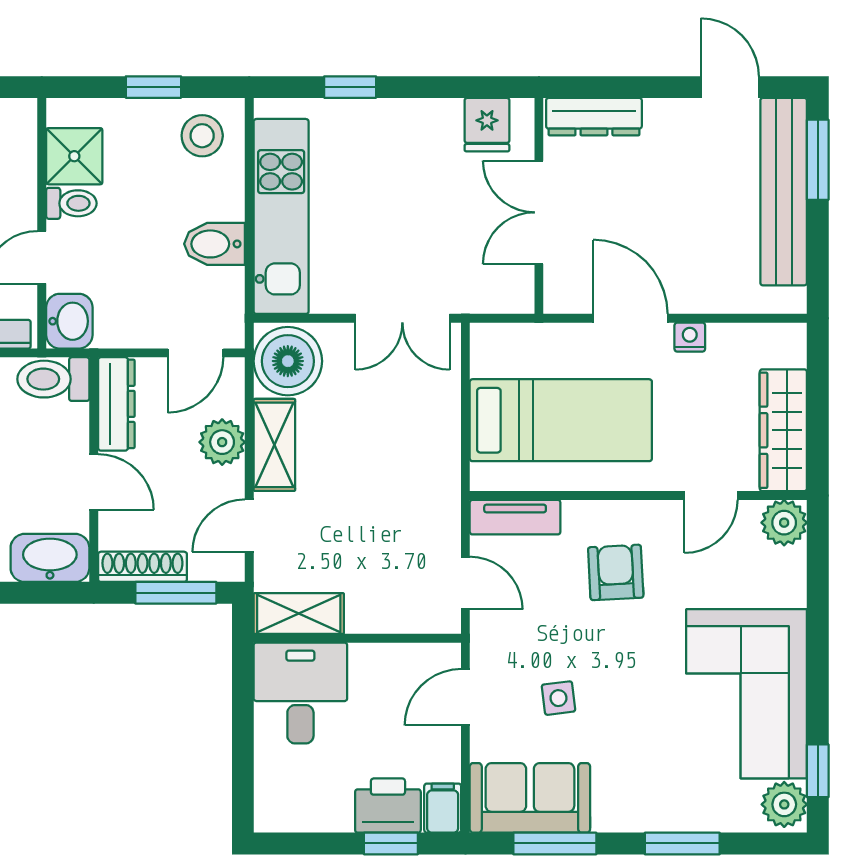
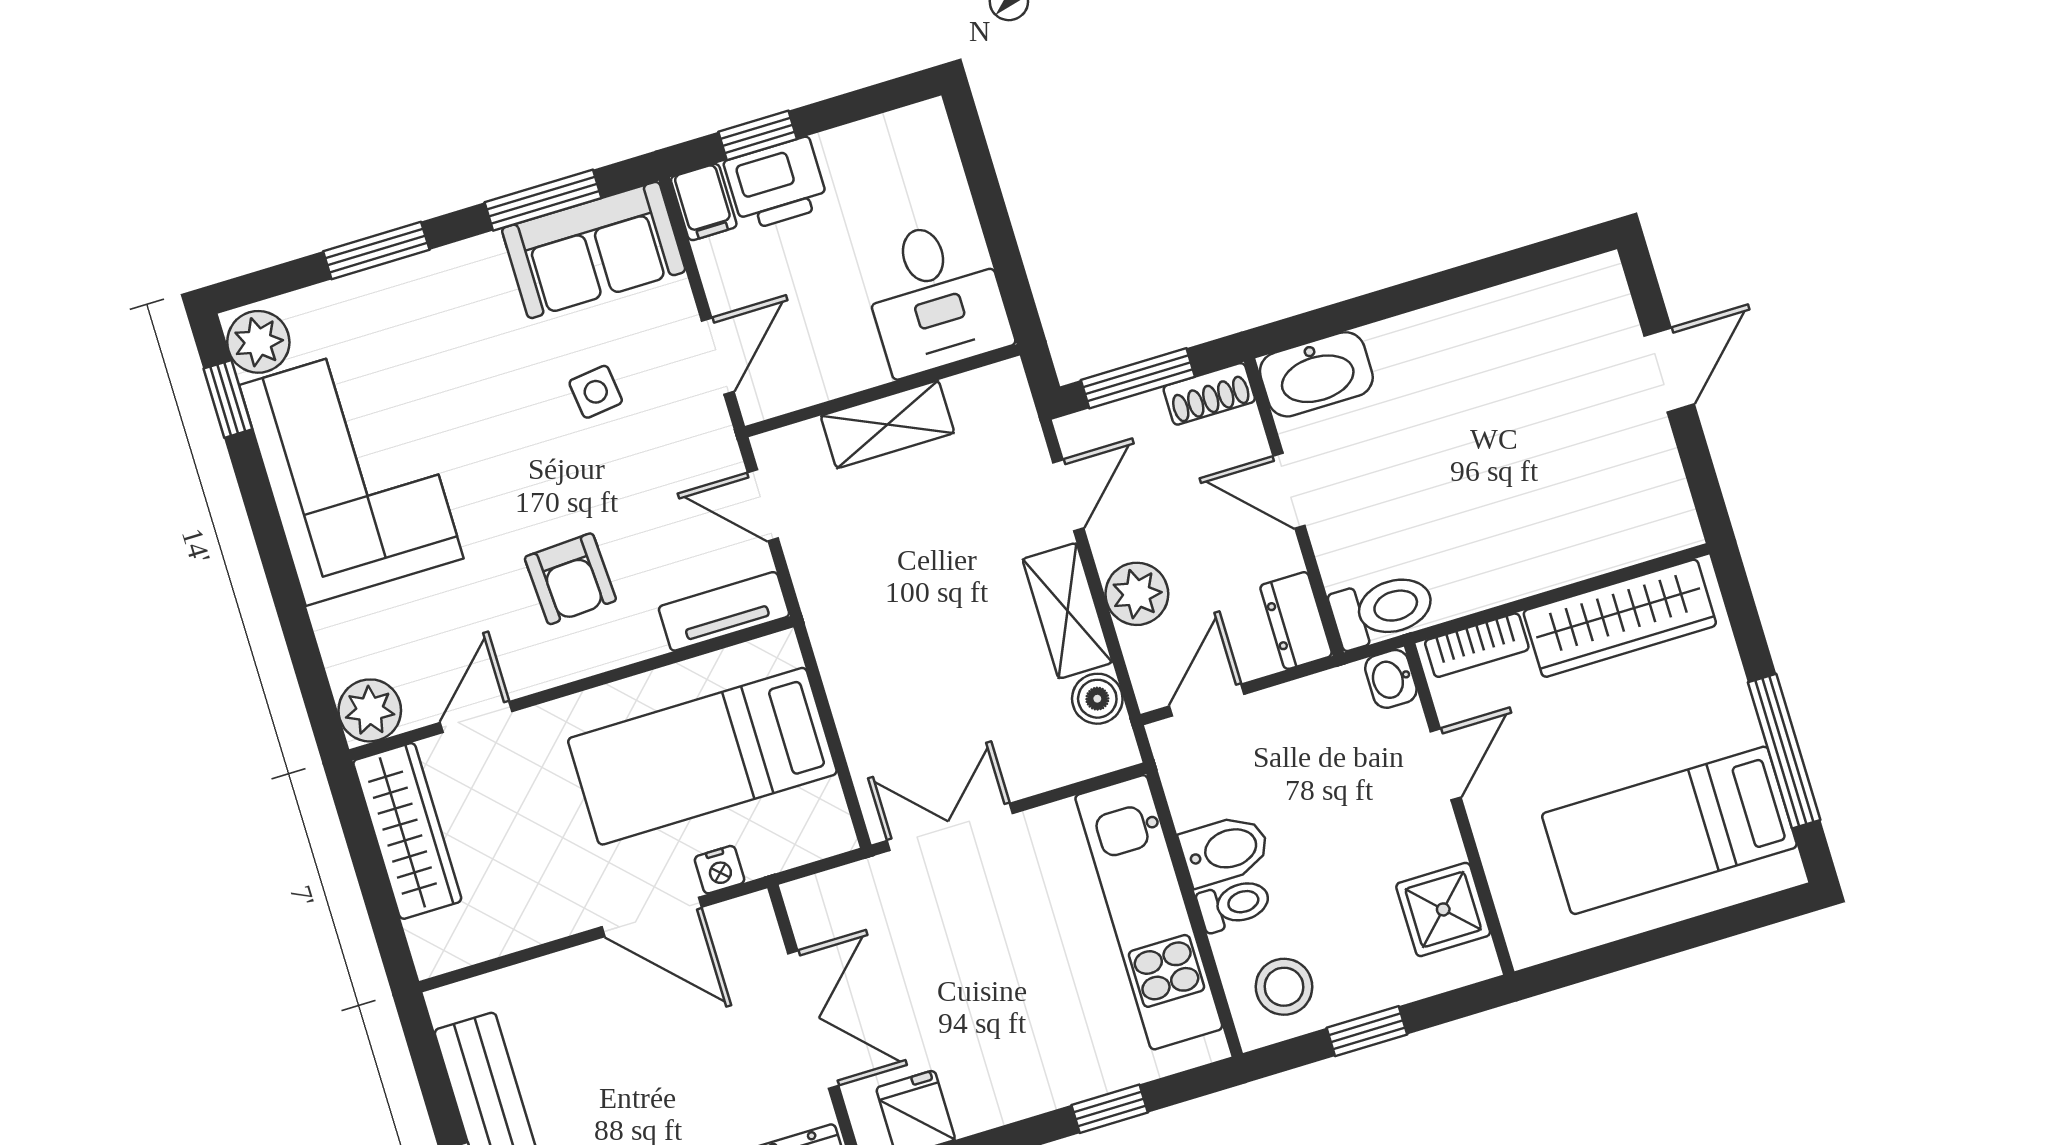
toilet: (71, 203) -> (1234, 904), moved, turned 180
washbasin: (69, 321) -> (1391, 679), width x0.72, depth x0.69
nightstand: (690, 337) -> (720, 870), moved
boiler: (288, 361) -> (1097, 699), width x0.54, depth x0.54
dresser: (116, 404) -> (1296, 621), width x0.70
shoe rack: (142, 567) -> (1209, 394), width x0.70
shelving: (299, 614) -> (887, 424), moved

